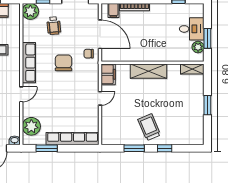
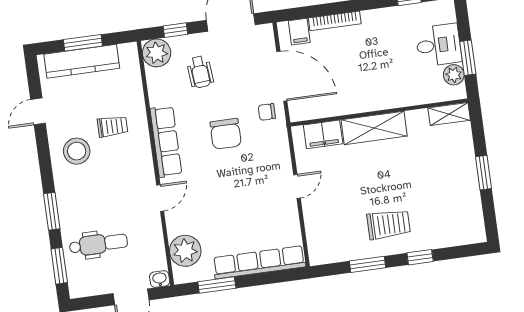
chair: (63, 63) -> (226, 134), turned 180
filing cabinet: (108, 74) -> (323, 134), moved, turned 90
trolley: (149, 127) -> (389, 224), turned 113

